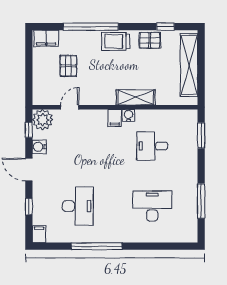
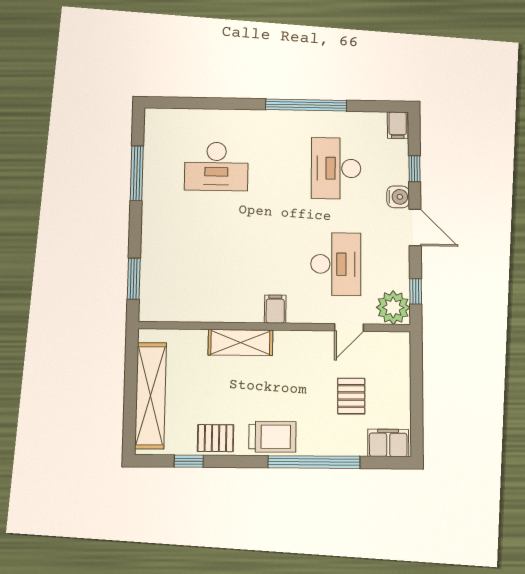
water cooler: (128, 115) -> (253, 313), removed
desk: (152, 146) -> (336, 264), moved, width x1.37
water cooler: (39, 147) -> (398, 197), moved

